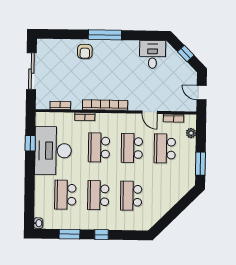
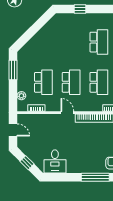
door: (150, 112) -> (67, 113), moved
school desk: (131, 196) -> (71, 42), removed
window: (101, 235) -> (80, 9), moved

